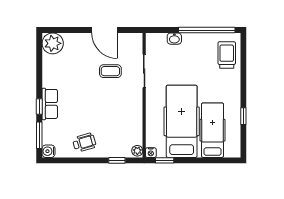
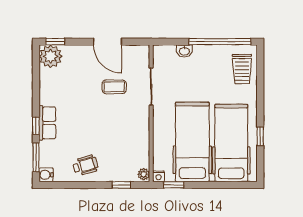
window: (57, 30) -> (55, 42), added
trolley: (227, 55) -> (242, 69), turned 180
hospital bed: (213, 130) -> (231, 143), width x1.37, depth x1.29

